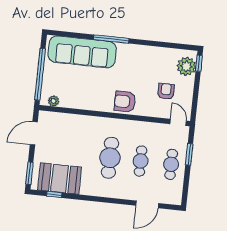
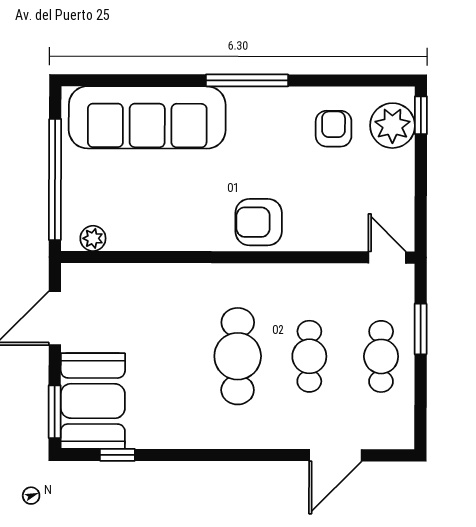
window: (111, 39) -> (247, 80), moved
armchair: (166, 91) -> (334, 129), moved
booth: (60, 179) -> (93, 401), moved, turned 90

